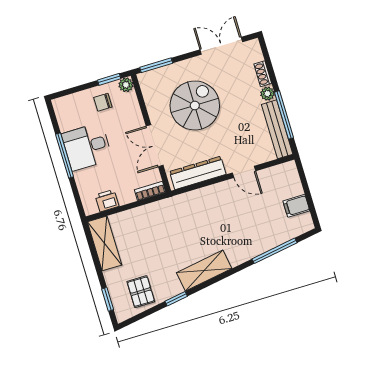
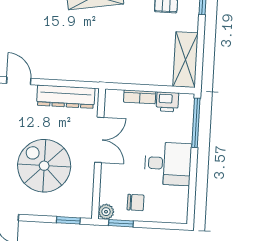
window: (156, 65) -> (68, 220), width x0.67
spiral stairs: (195, 105) -> (44, 166), turned 90
window: (65, 156) -> (196, 123), moved
bookcase: (150, 191) -> (140, 97), moved

